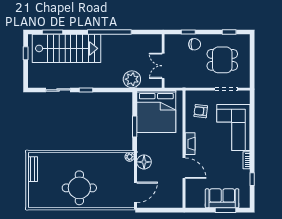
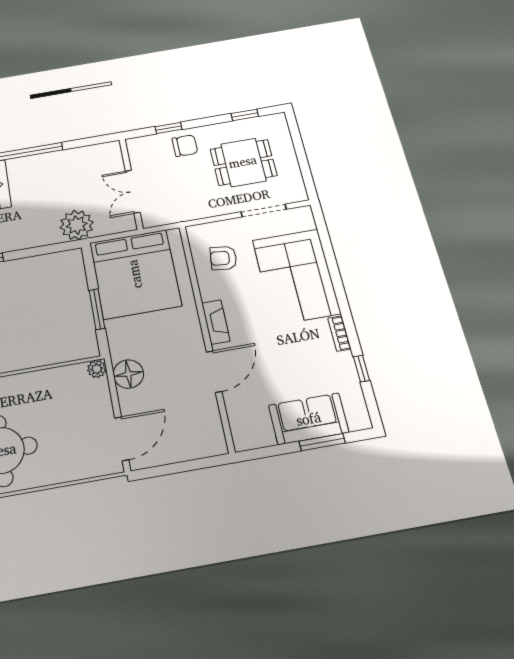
door: (184, 168) -> (214, 372), hinge flipped

